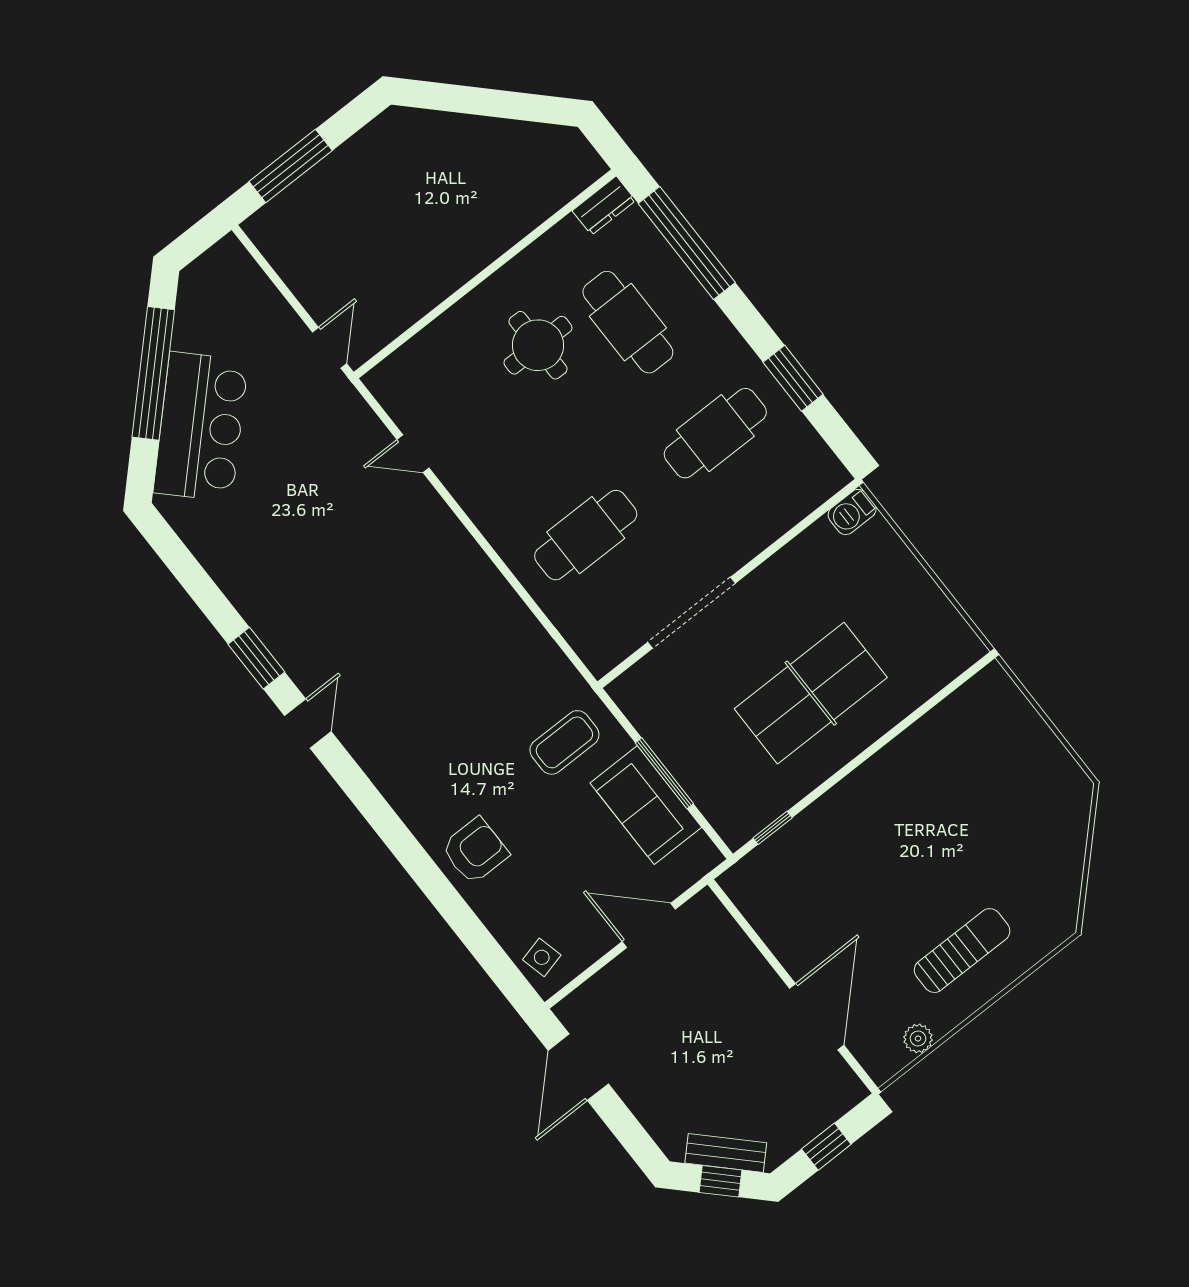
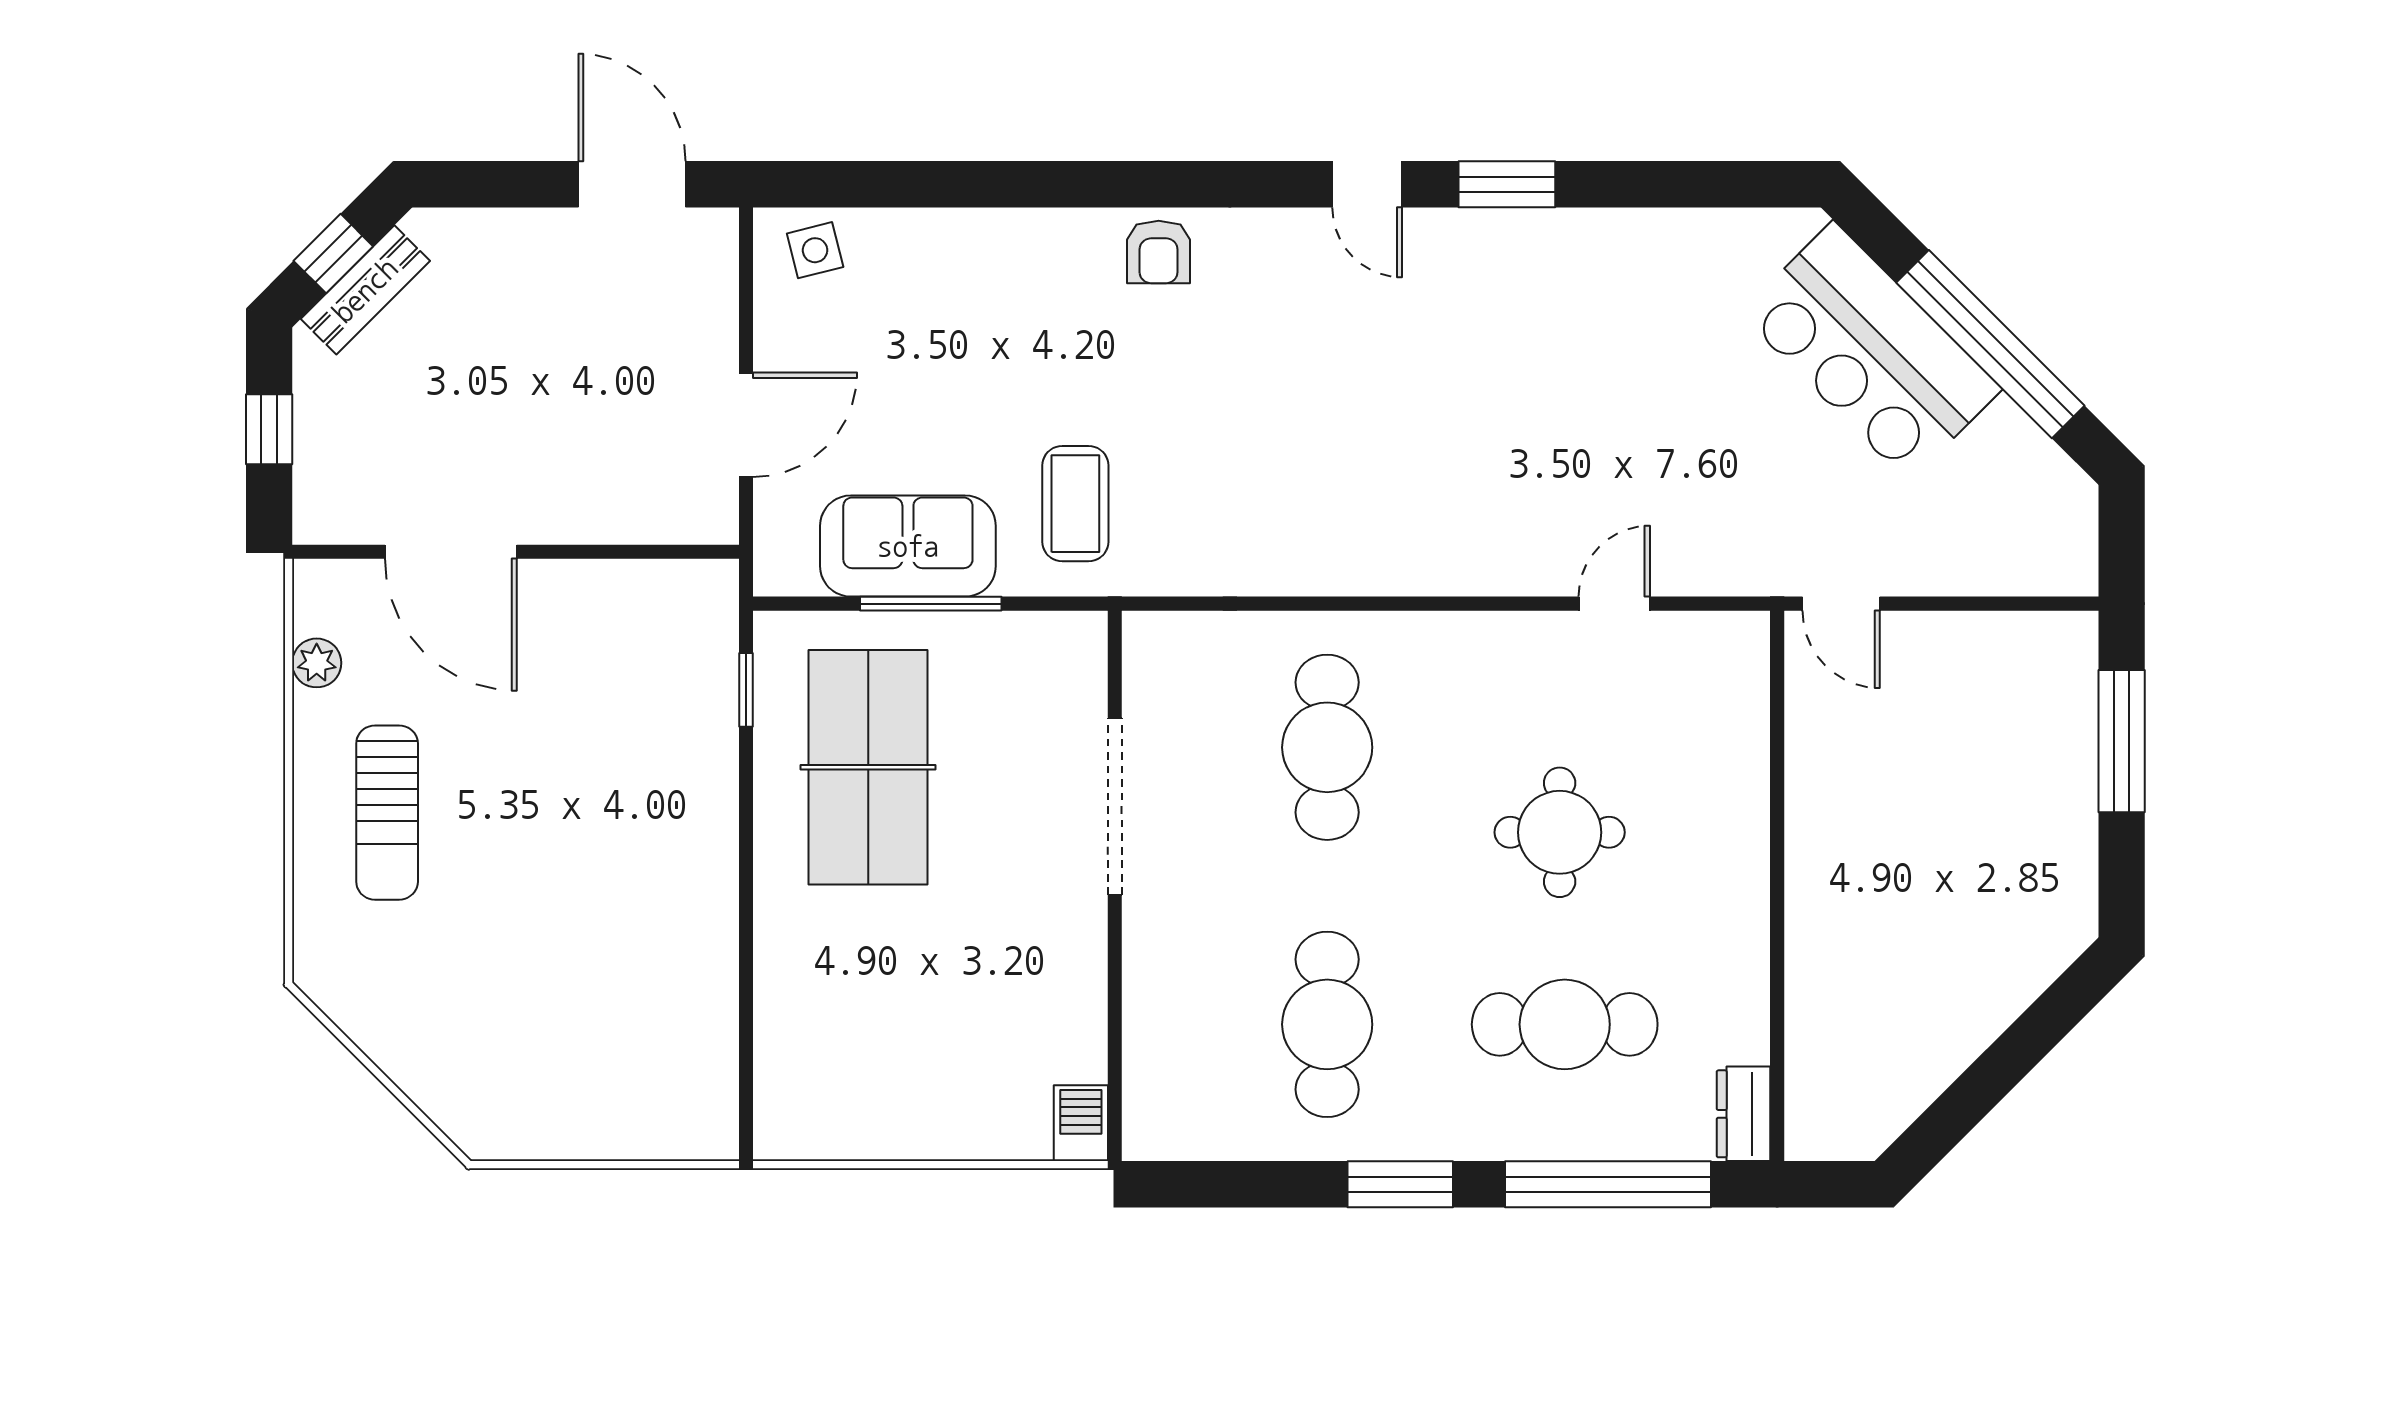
round table: (538, 345) -> (1560, 832), moved
window: (793, 378) -> (1400, 1184), moved
table tennis table: (811, 693) -> (868, 767), moved
armchair: (475, 851) -> (1159, 252), moved, width x0.72, depth x0.72

